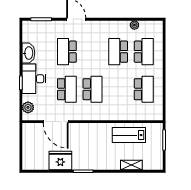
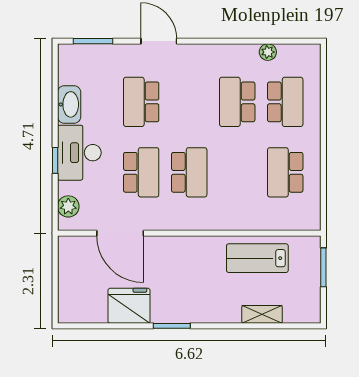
school desk: (144, 89) -> (285, 172), turned 180

